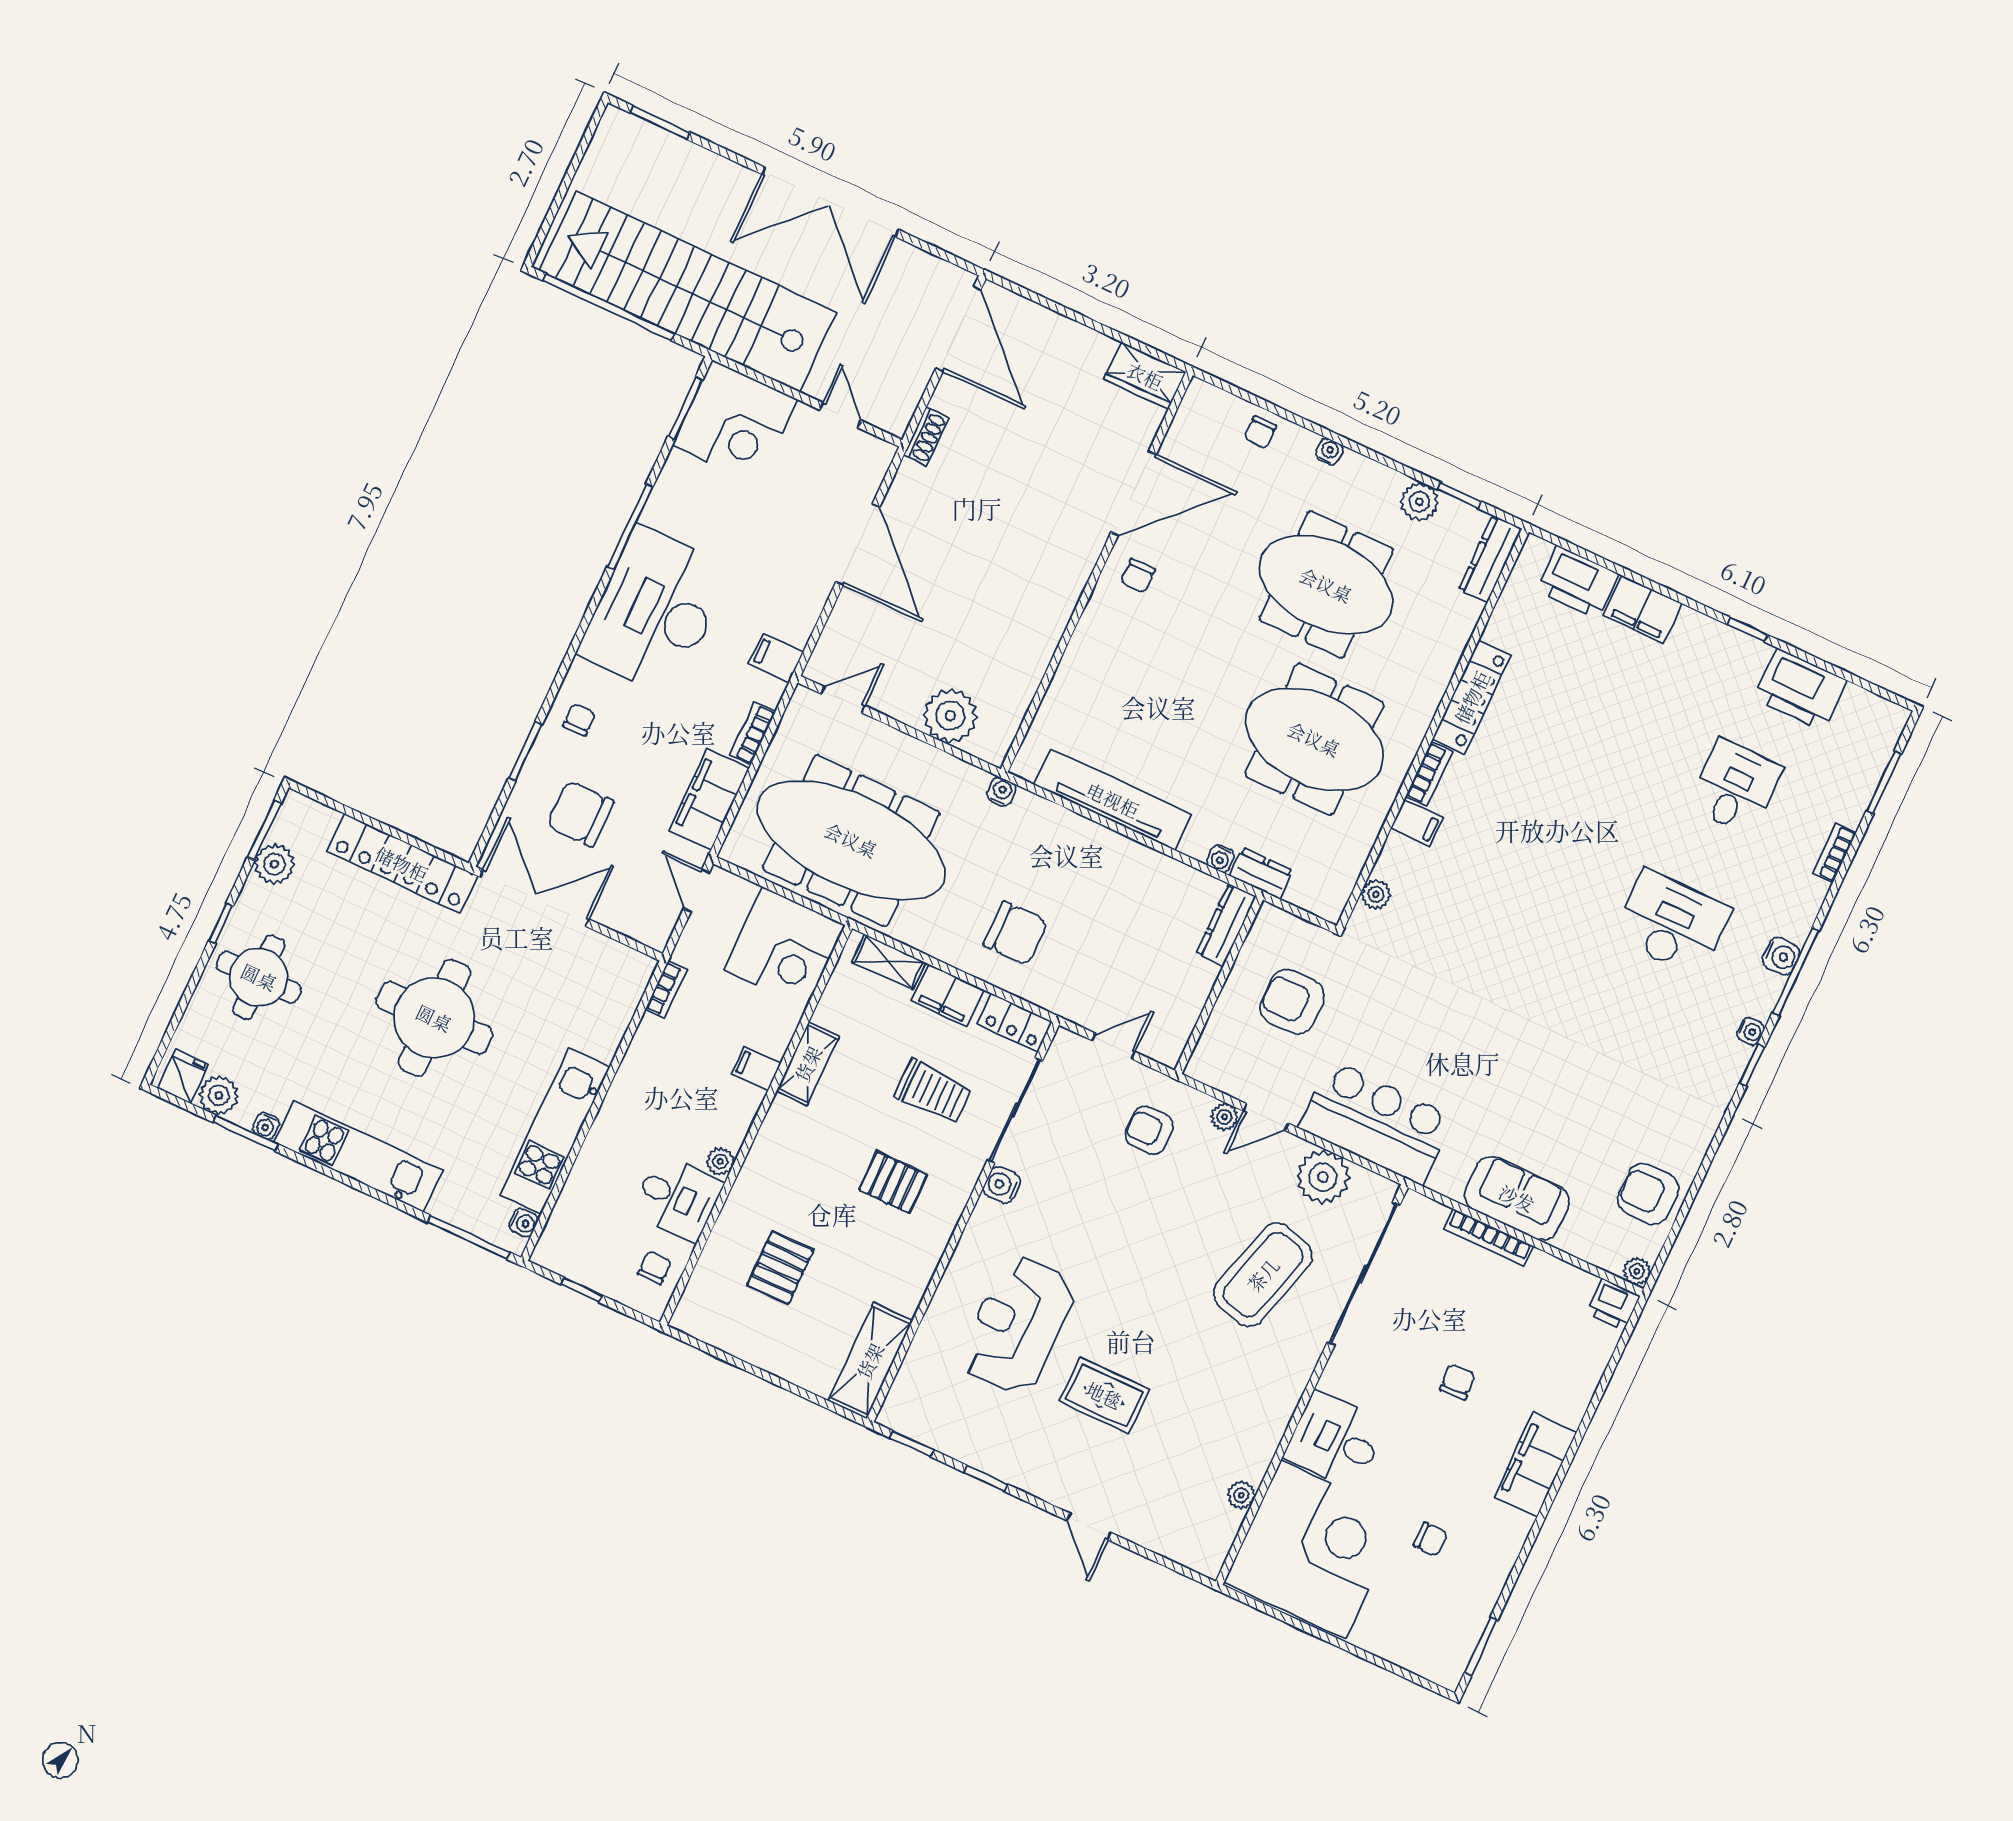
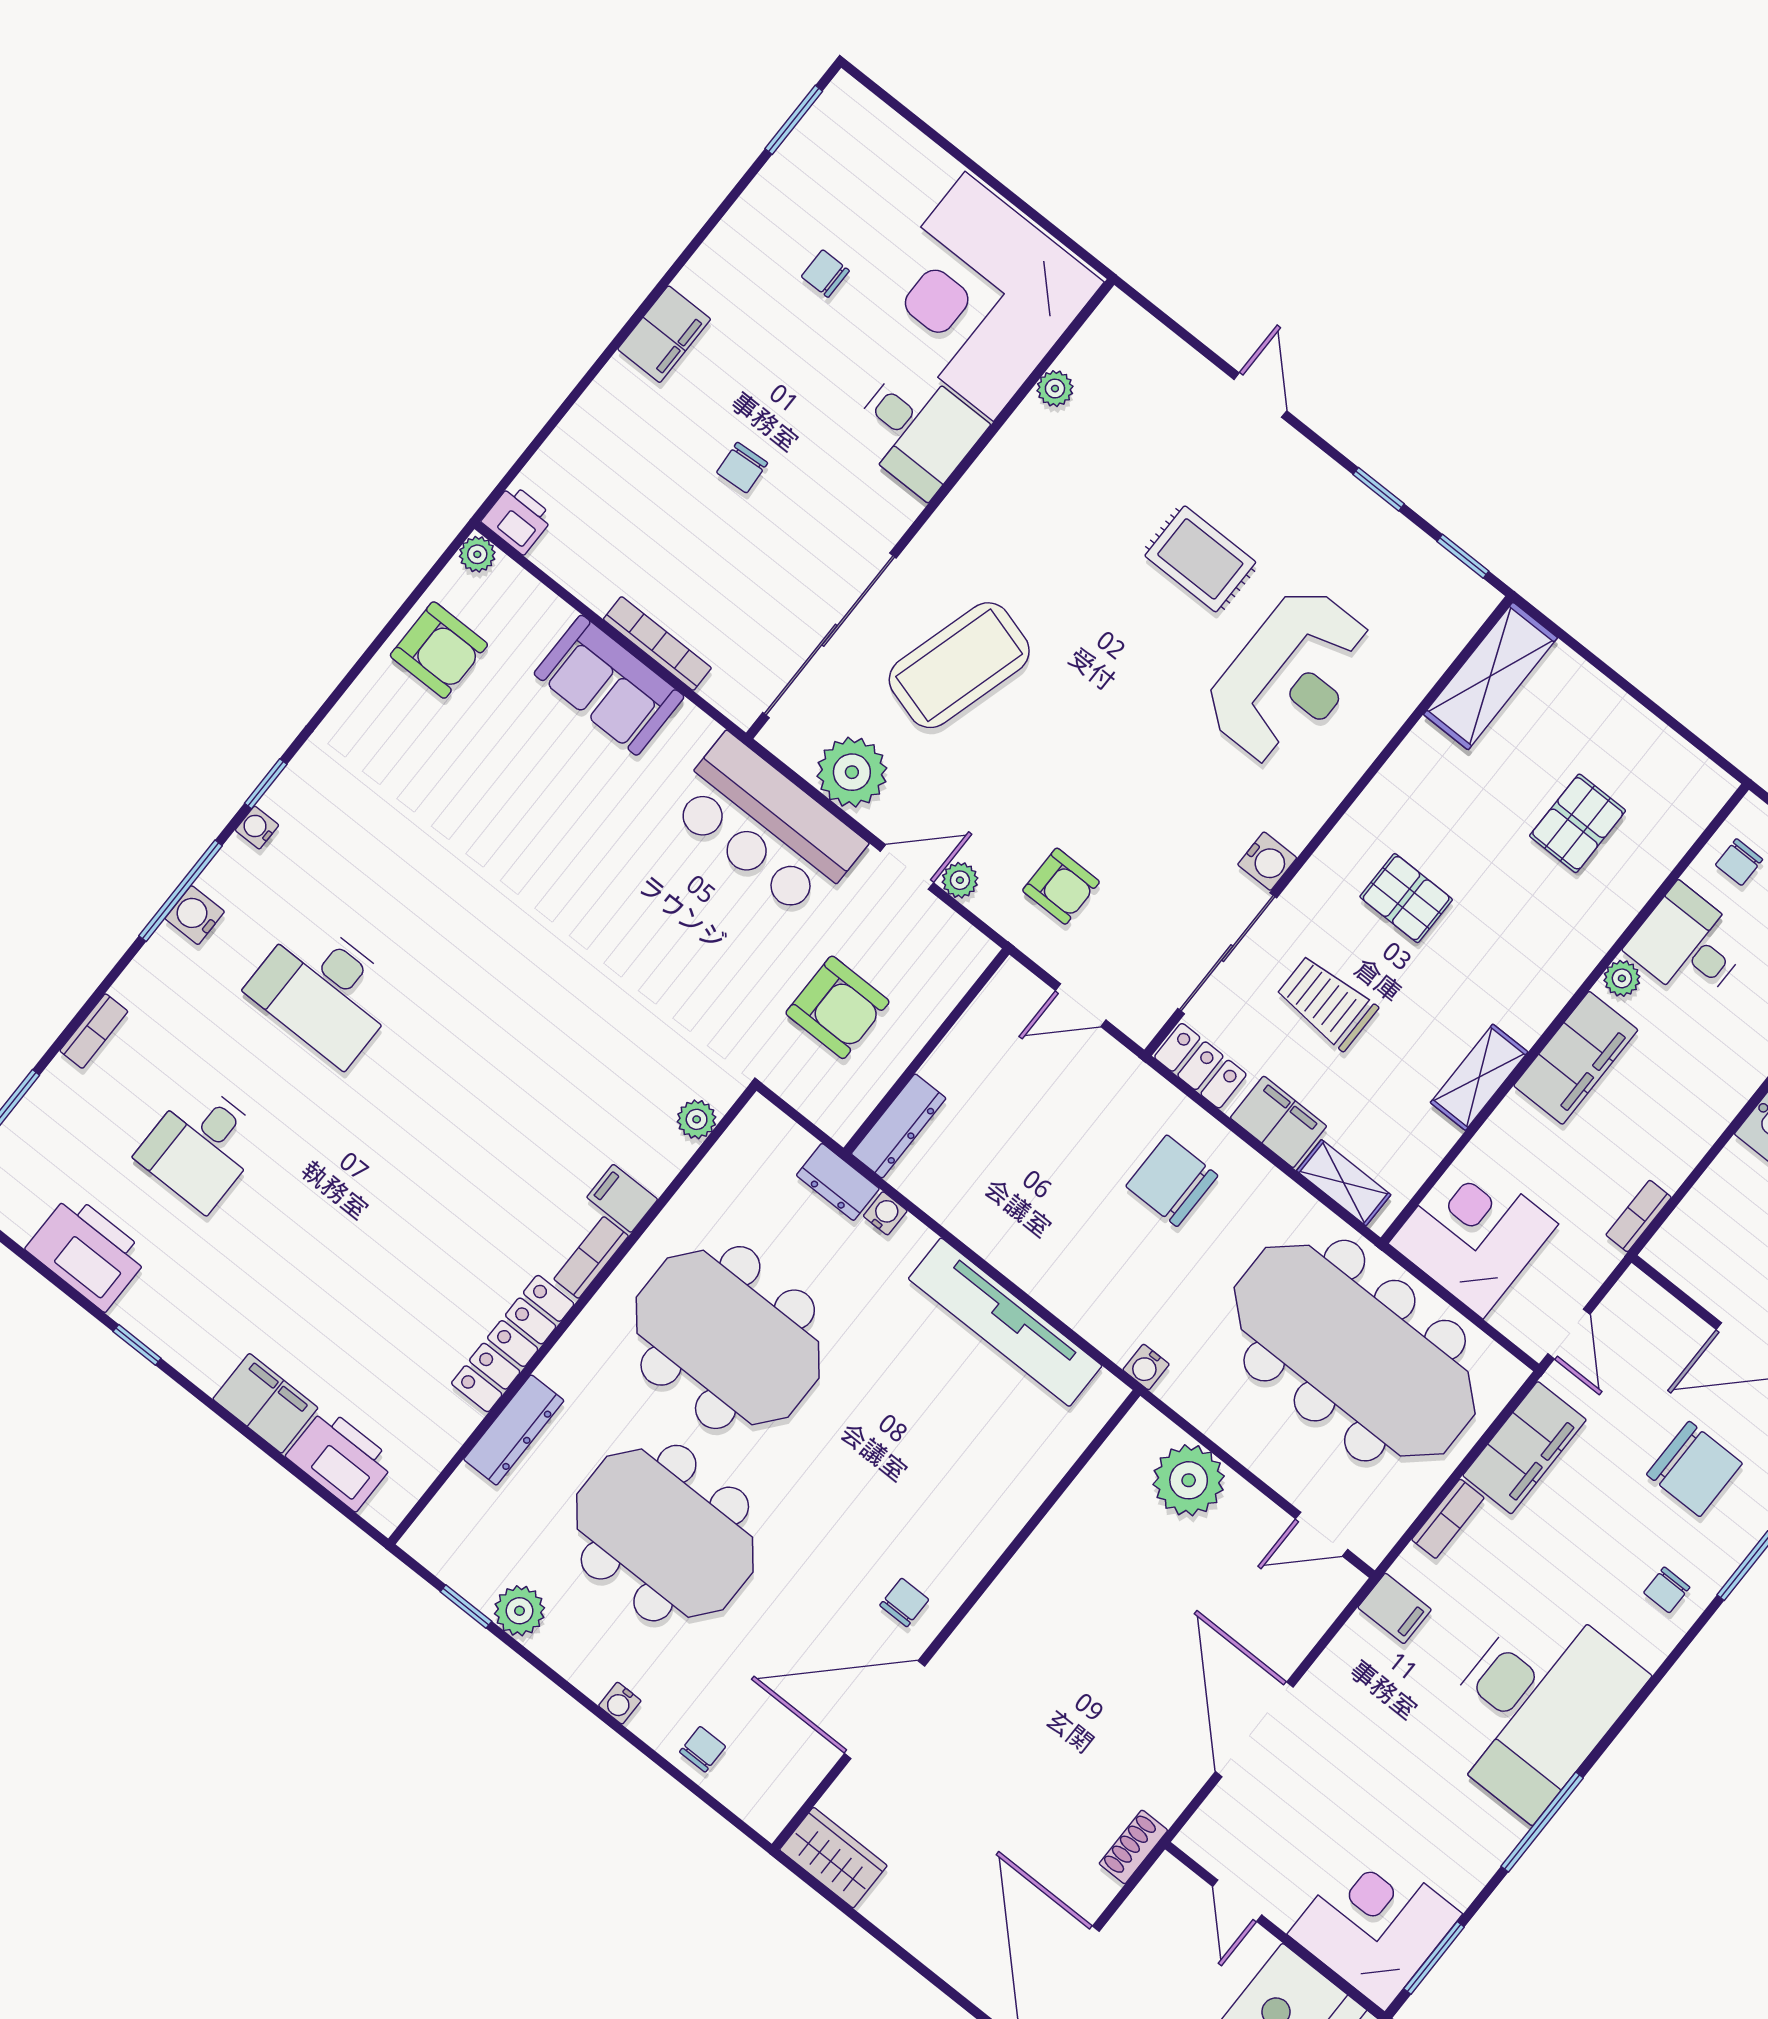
dresser: (1490, 559) -> (514, 1430), moved
filing cabinet: (756, 1069) -> (1576, 1058), width x3.00, depth x1.17
filing cabinet: (1535, 1465) -> (664, 334), width x0.67, depth x0.86

